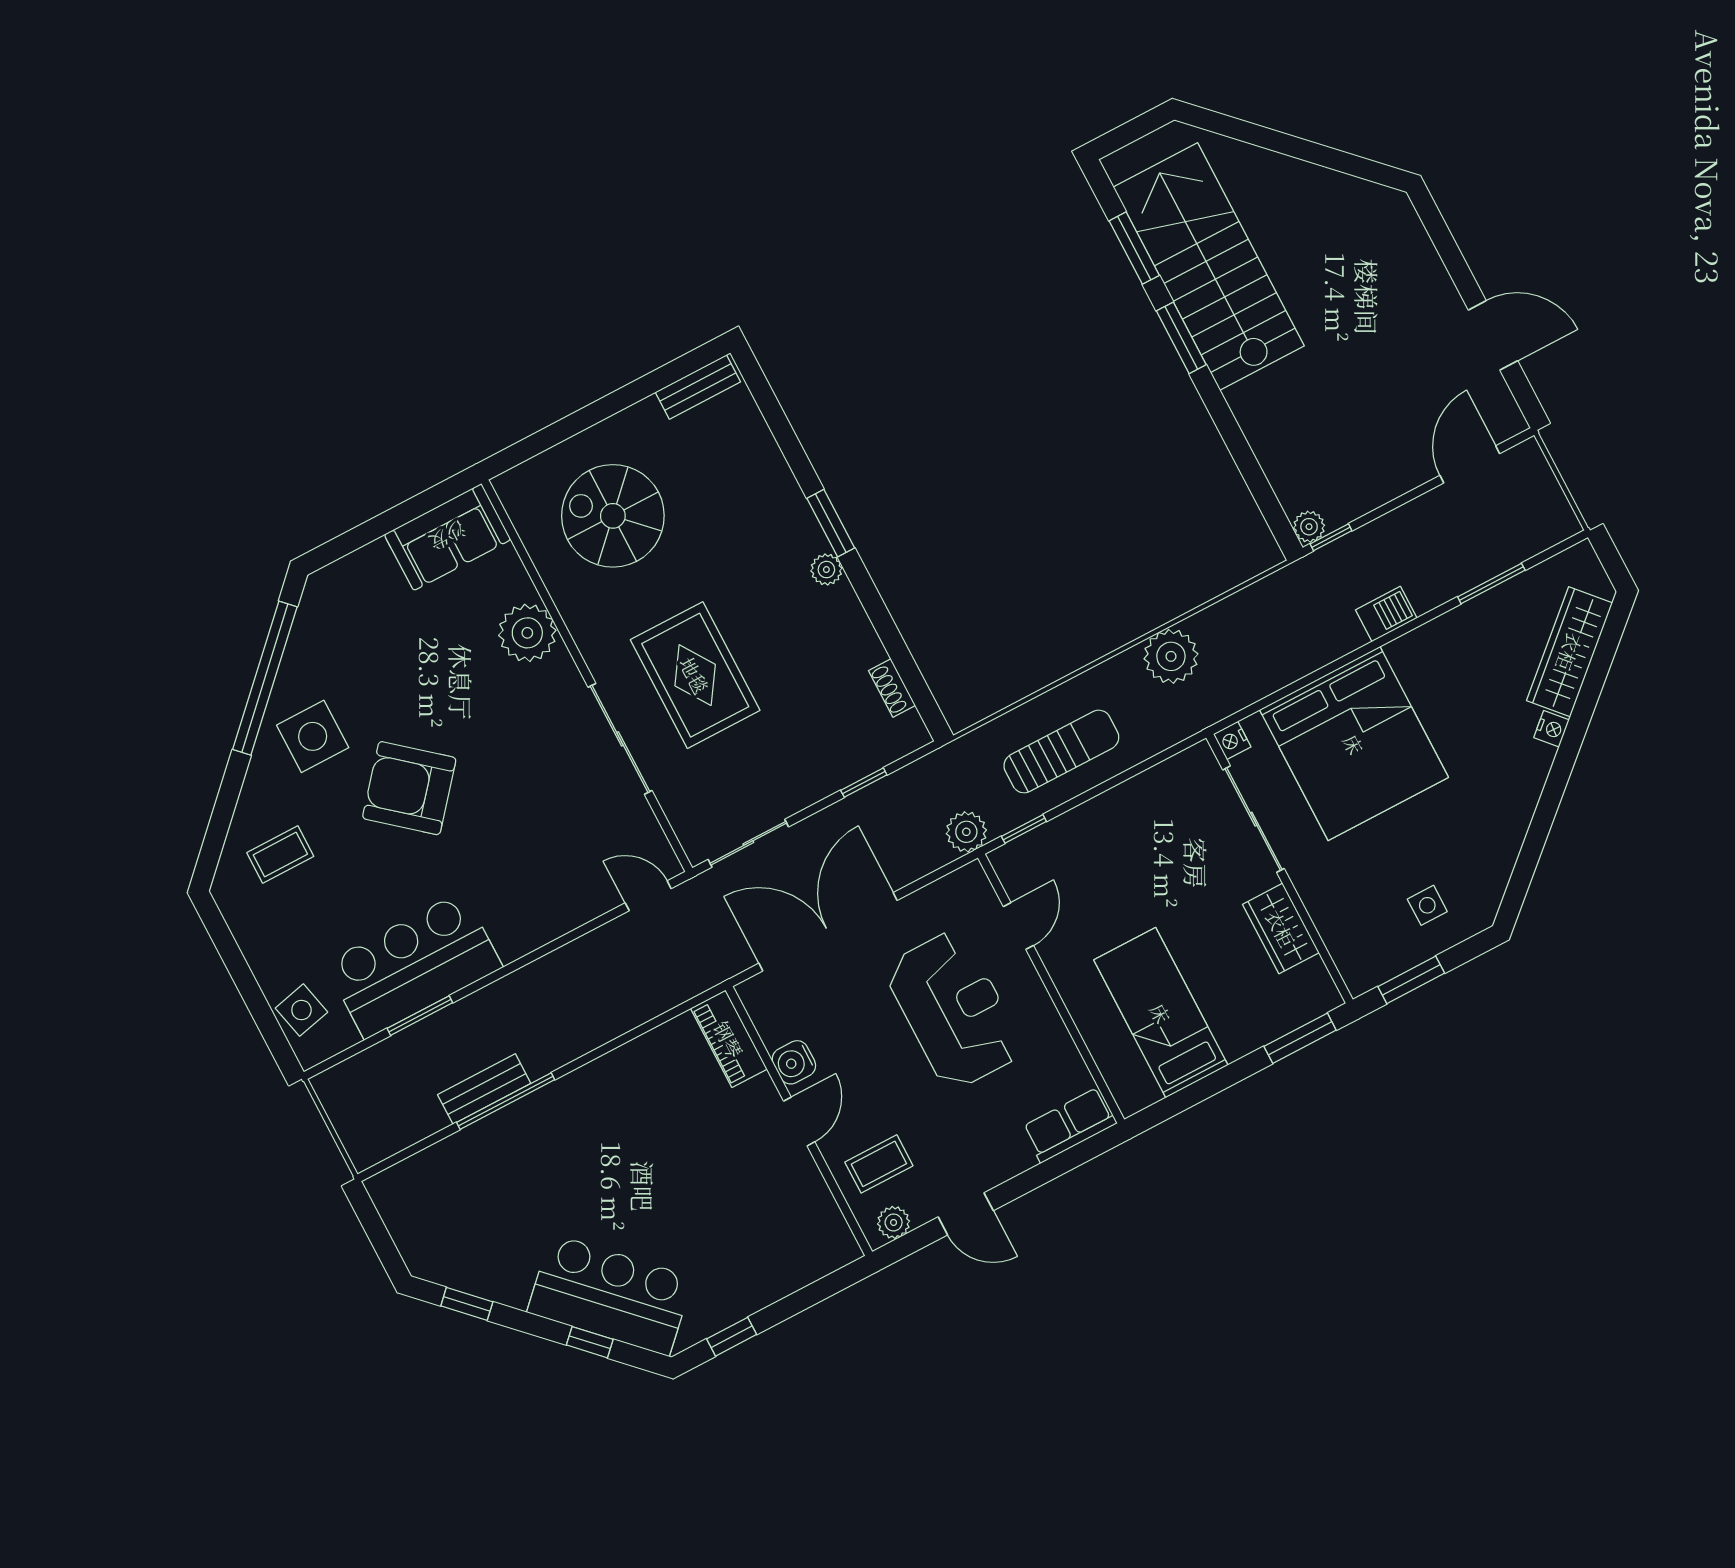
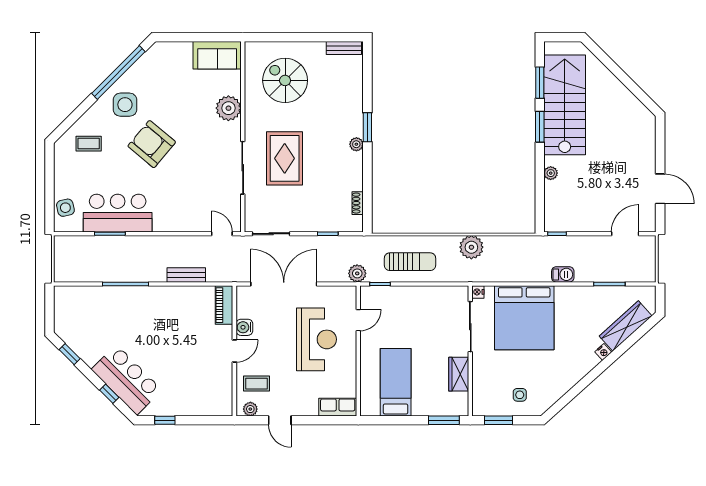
plant: (1309, 527) -> (551, 173), moved
bench: (484, 1089) -> (186, 275), moved

